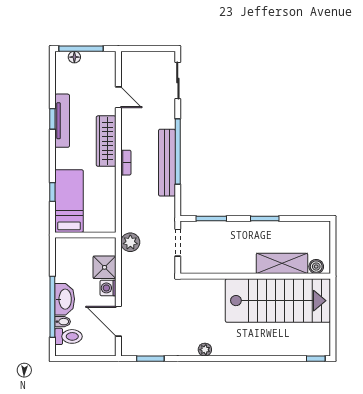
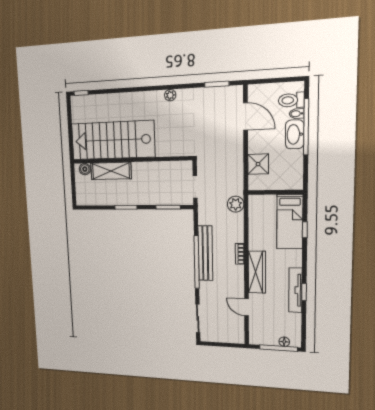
plant: (130, 242) -> (236, 204), moved
washing machine: (108, 288) -> (255, 146), removed

